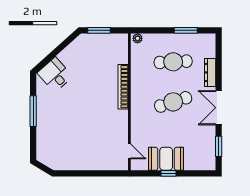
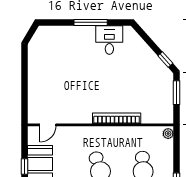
window: (68, 41) -> (165, 60), added
desk: (55, 75) -> (109, 40), moved, turned -48

